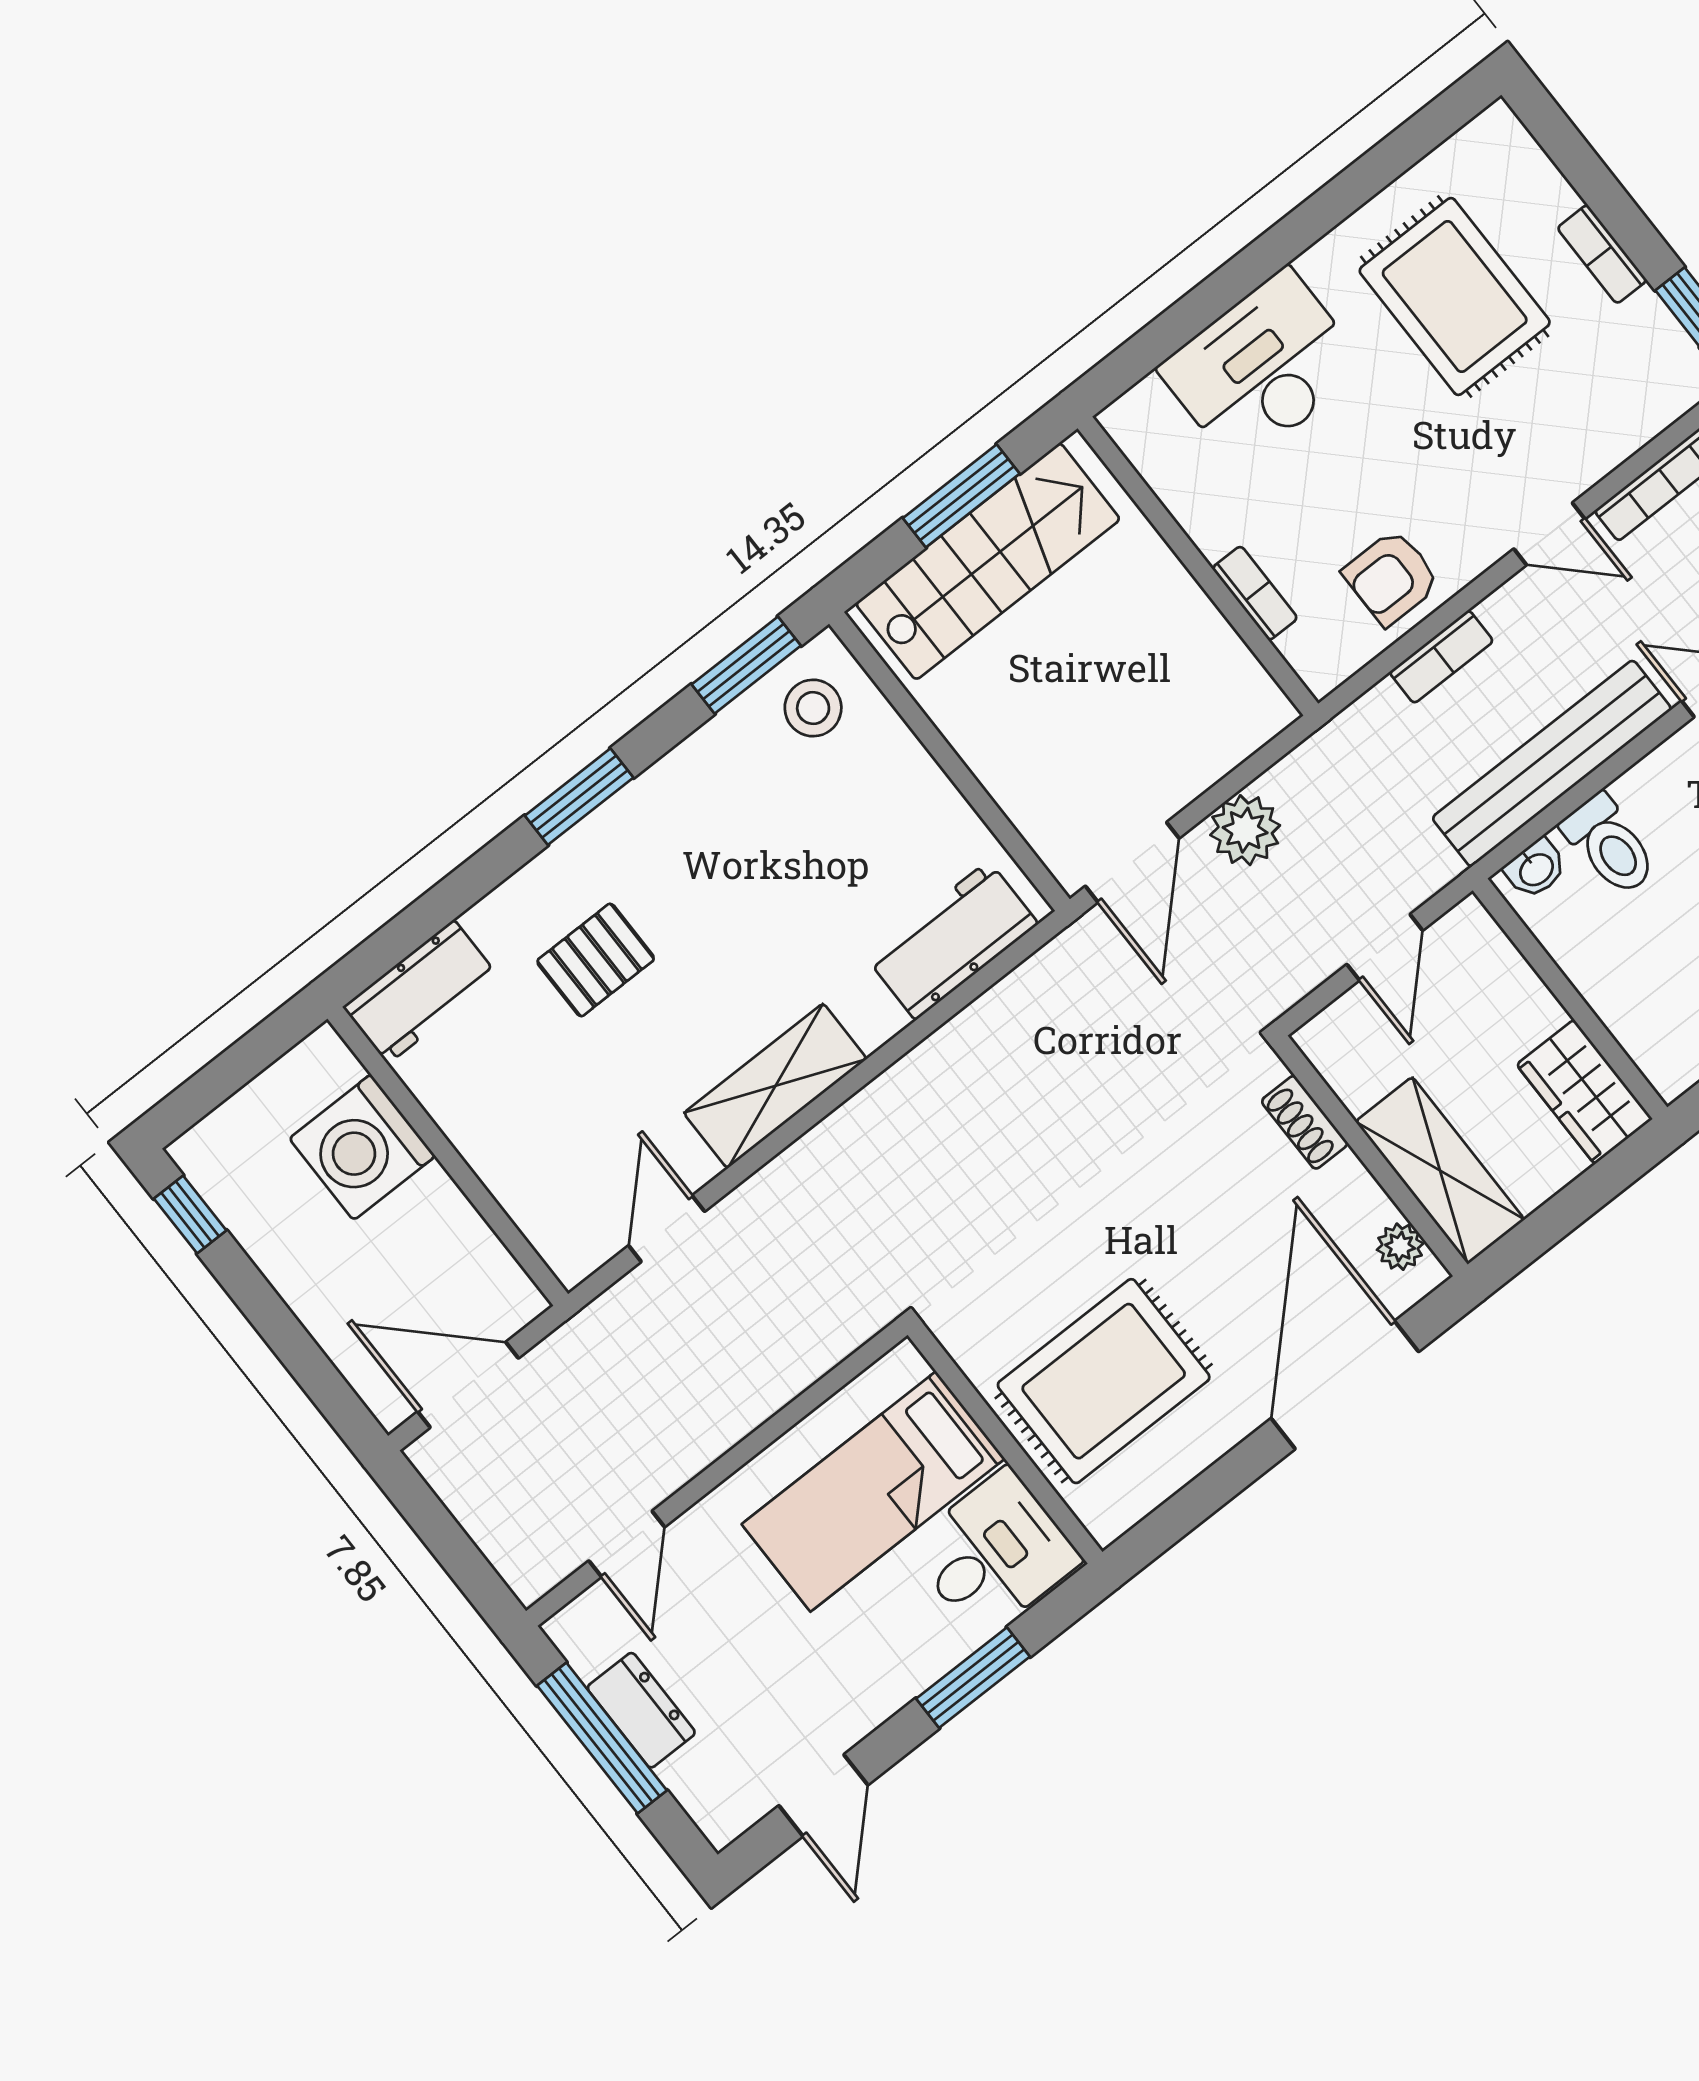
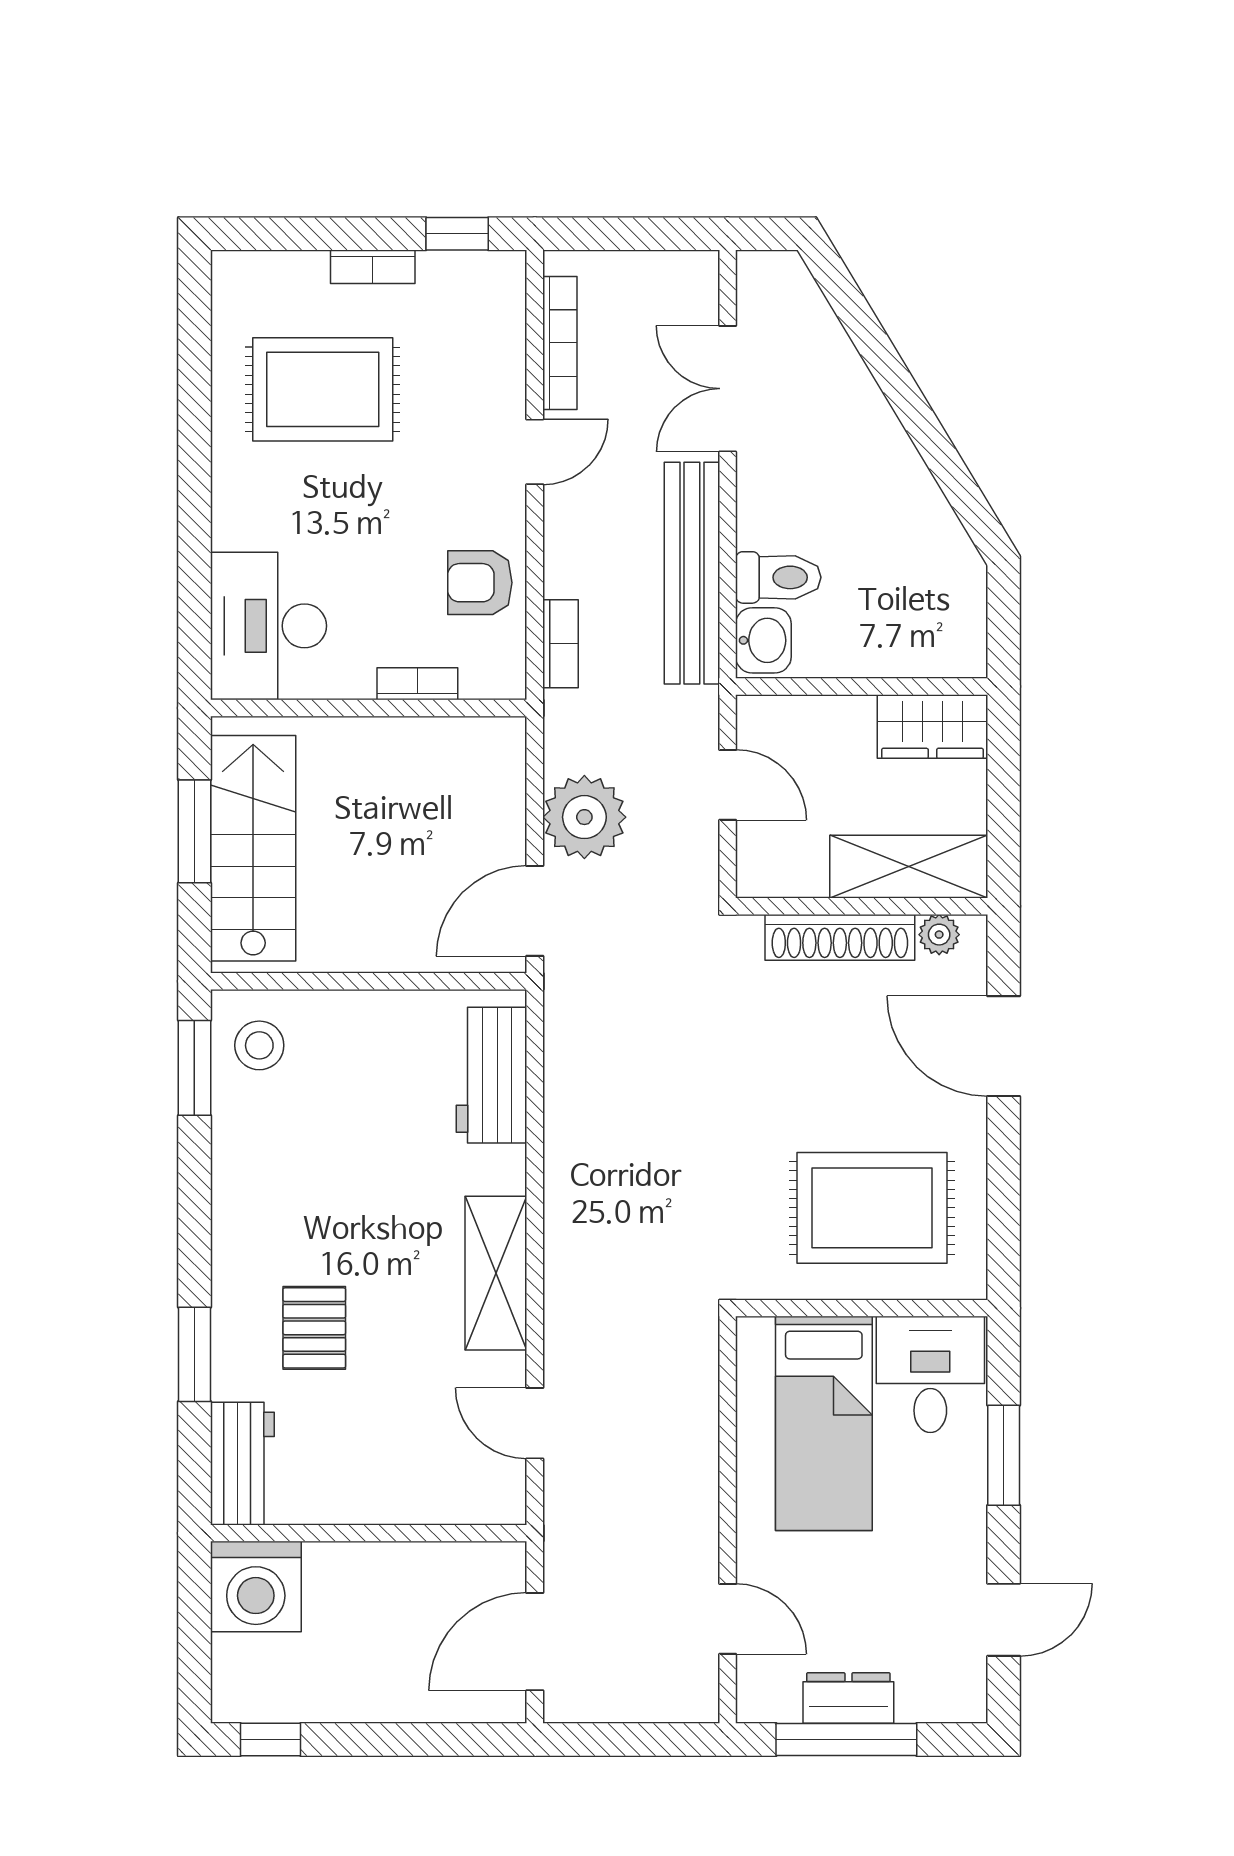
desk: (1262, 368) -> (268, 626), moved
armchair: (1391, 578) -> (480, 583), turned 90
bookcase: (1441, 657) -> (560, 644), moved
window: (579, 797) -> (194, 1354), moved
plant: (1245, 830) -> (584, 817), width x1.36, depth x1.36
door: (1132, 862) -> (535, 911), swing flipped
washbasin: (1536, 869) -> (763, 640), width x1.38, depth x1.45
shoe rack: (1305, 1122) -> (840, 937), width x1.94, depth x1.24
washing machine: (362, 1147) -> (256, 1586), moved
rug: (1104, 1381) -> (872, 1208), turned 90
door: (1345, 1385) -> (1004, 1046), width x0.73
door: (823, 1795) -> (1004, 1620), hinge flipped

